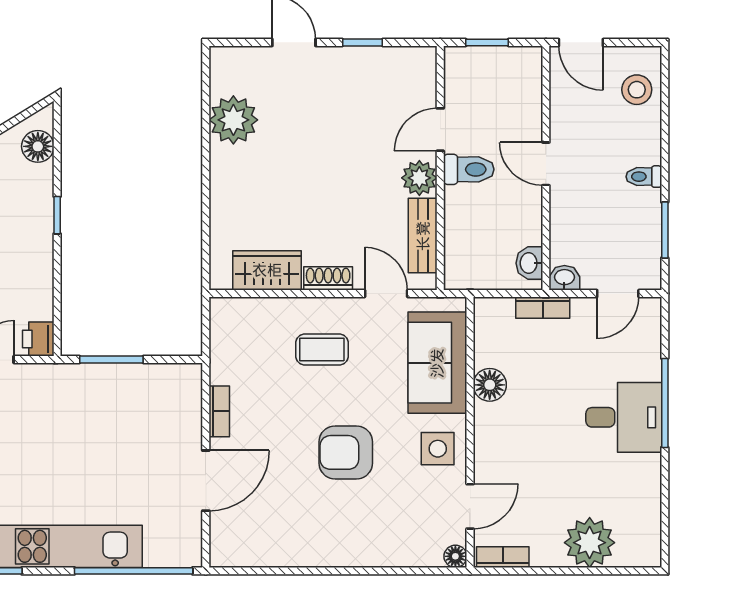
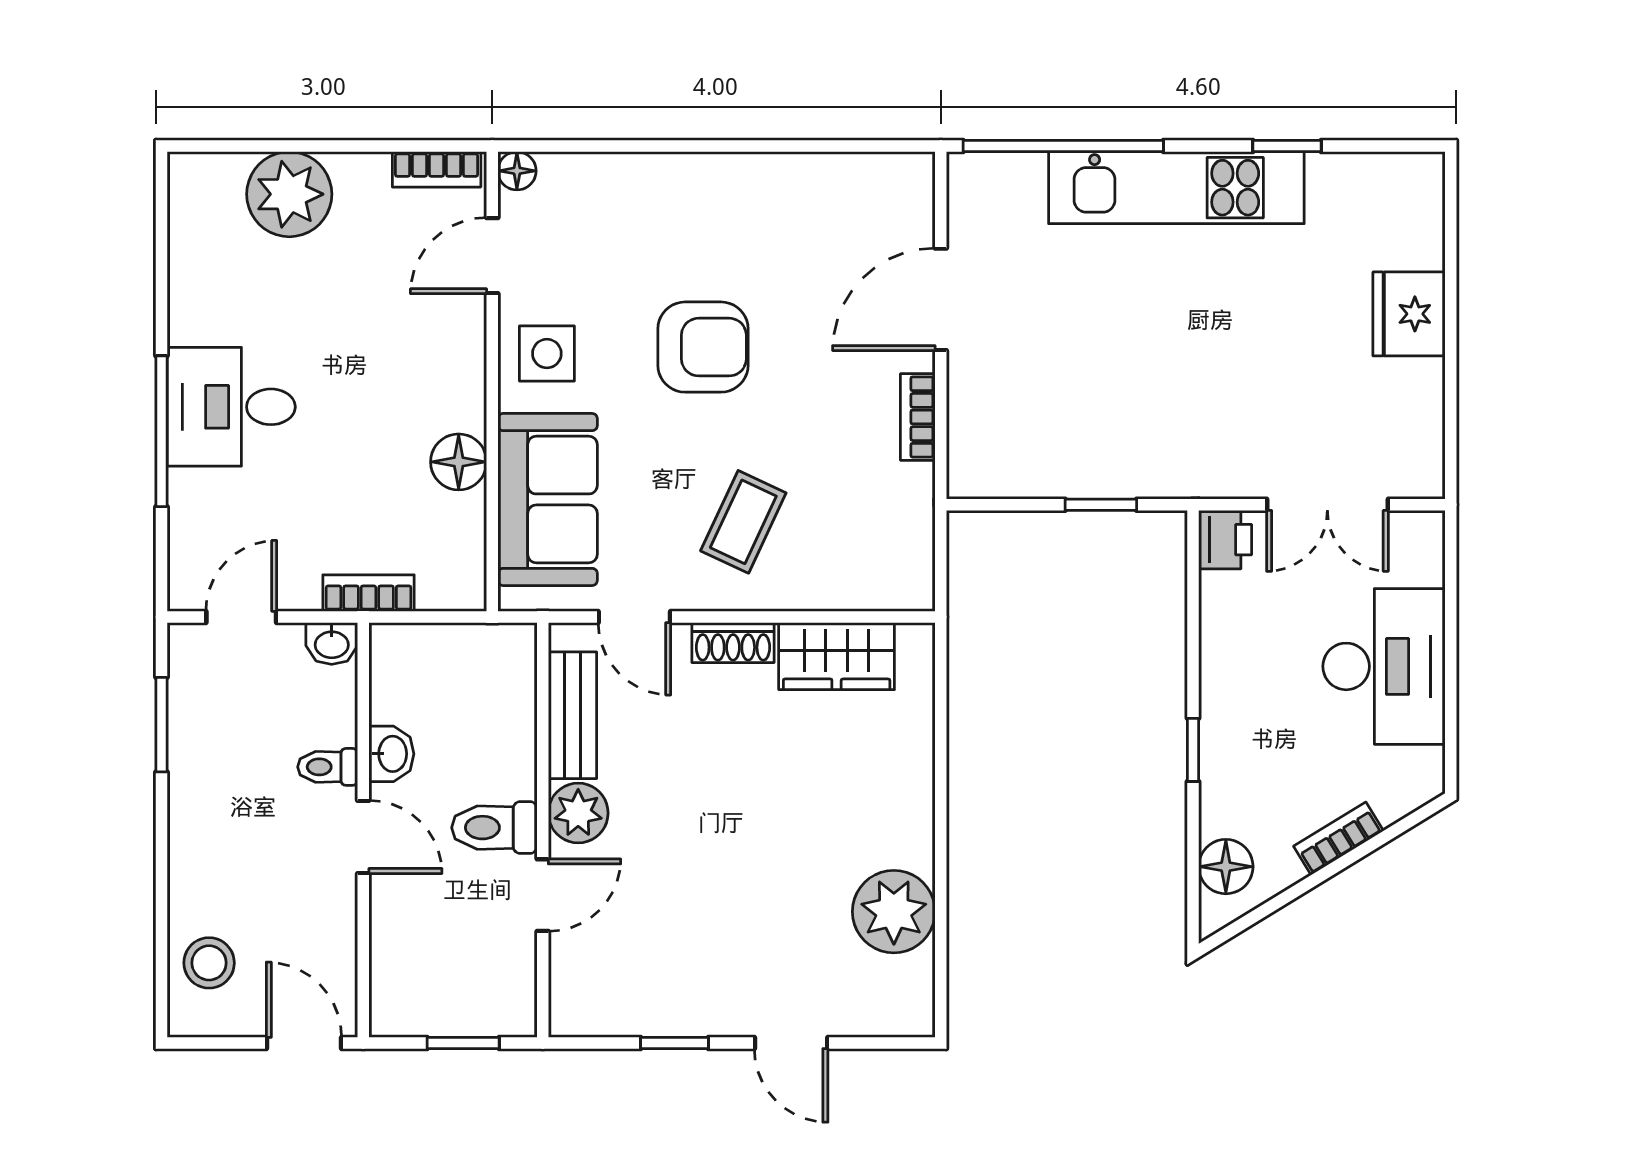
toilet: (644, 177) -> (328, 767), moved, turned 180
washbasin: (529, 263) -> (391, 754), moved
coffee table: (322, 350) -> (743, 522), turned -65
window: (111, 360) -> (1101, 505), width x0.67

